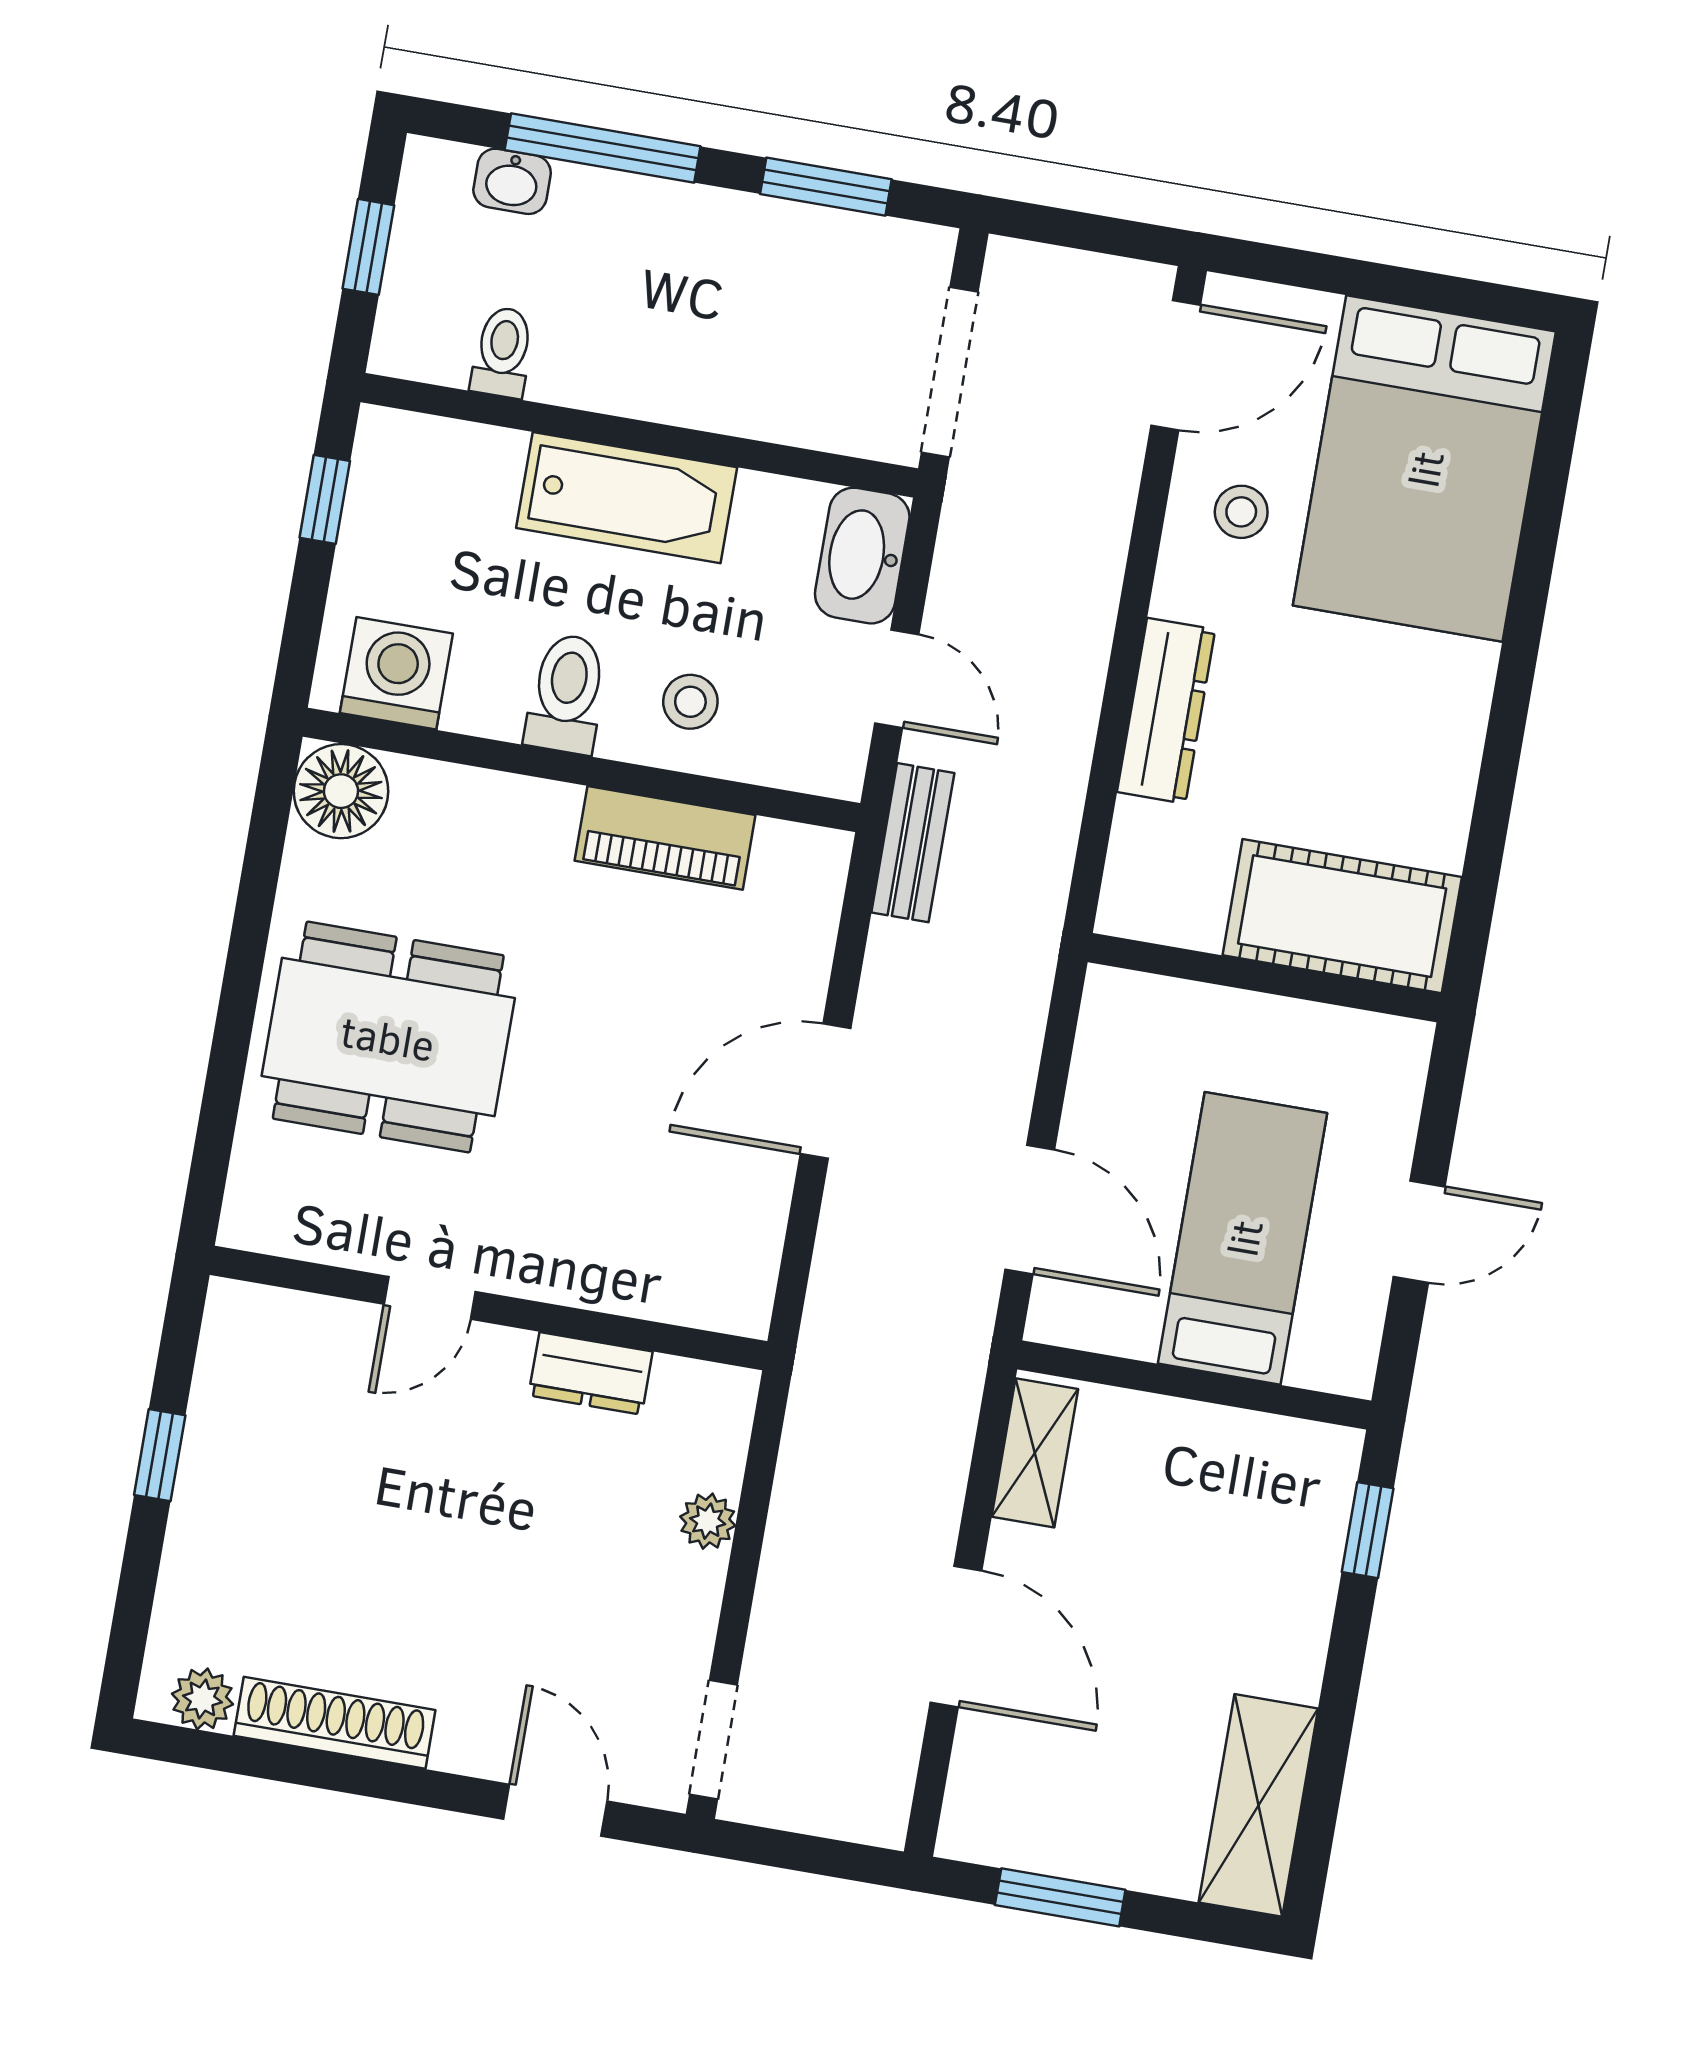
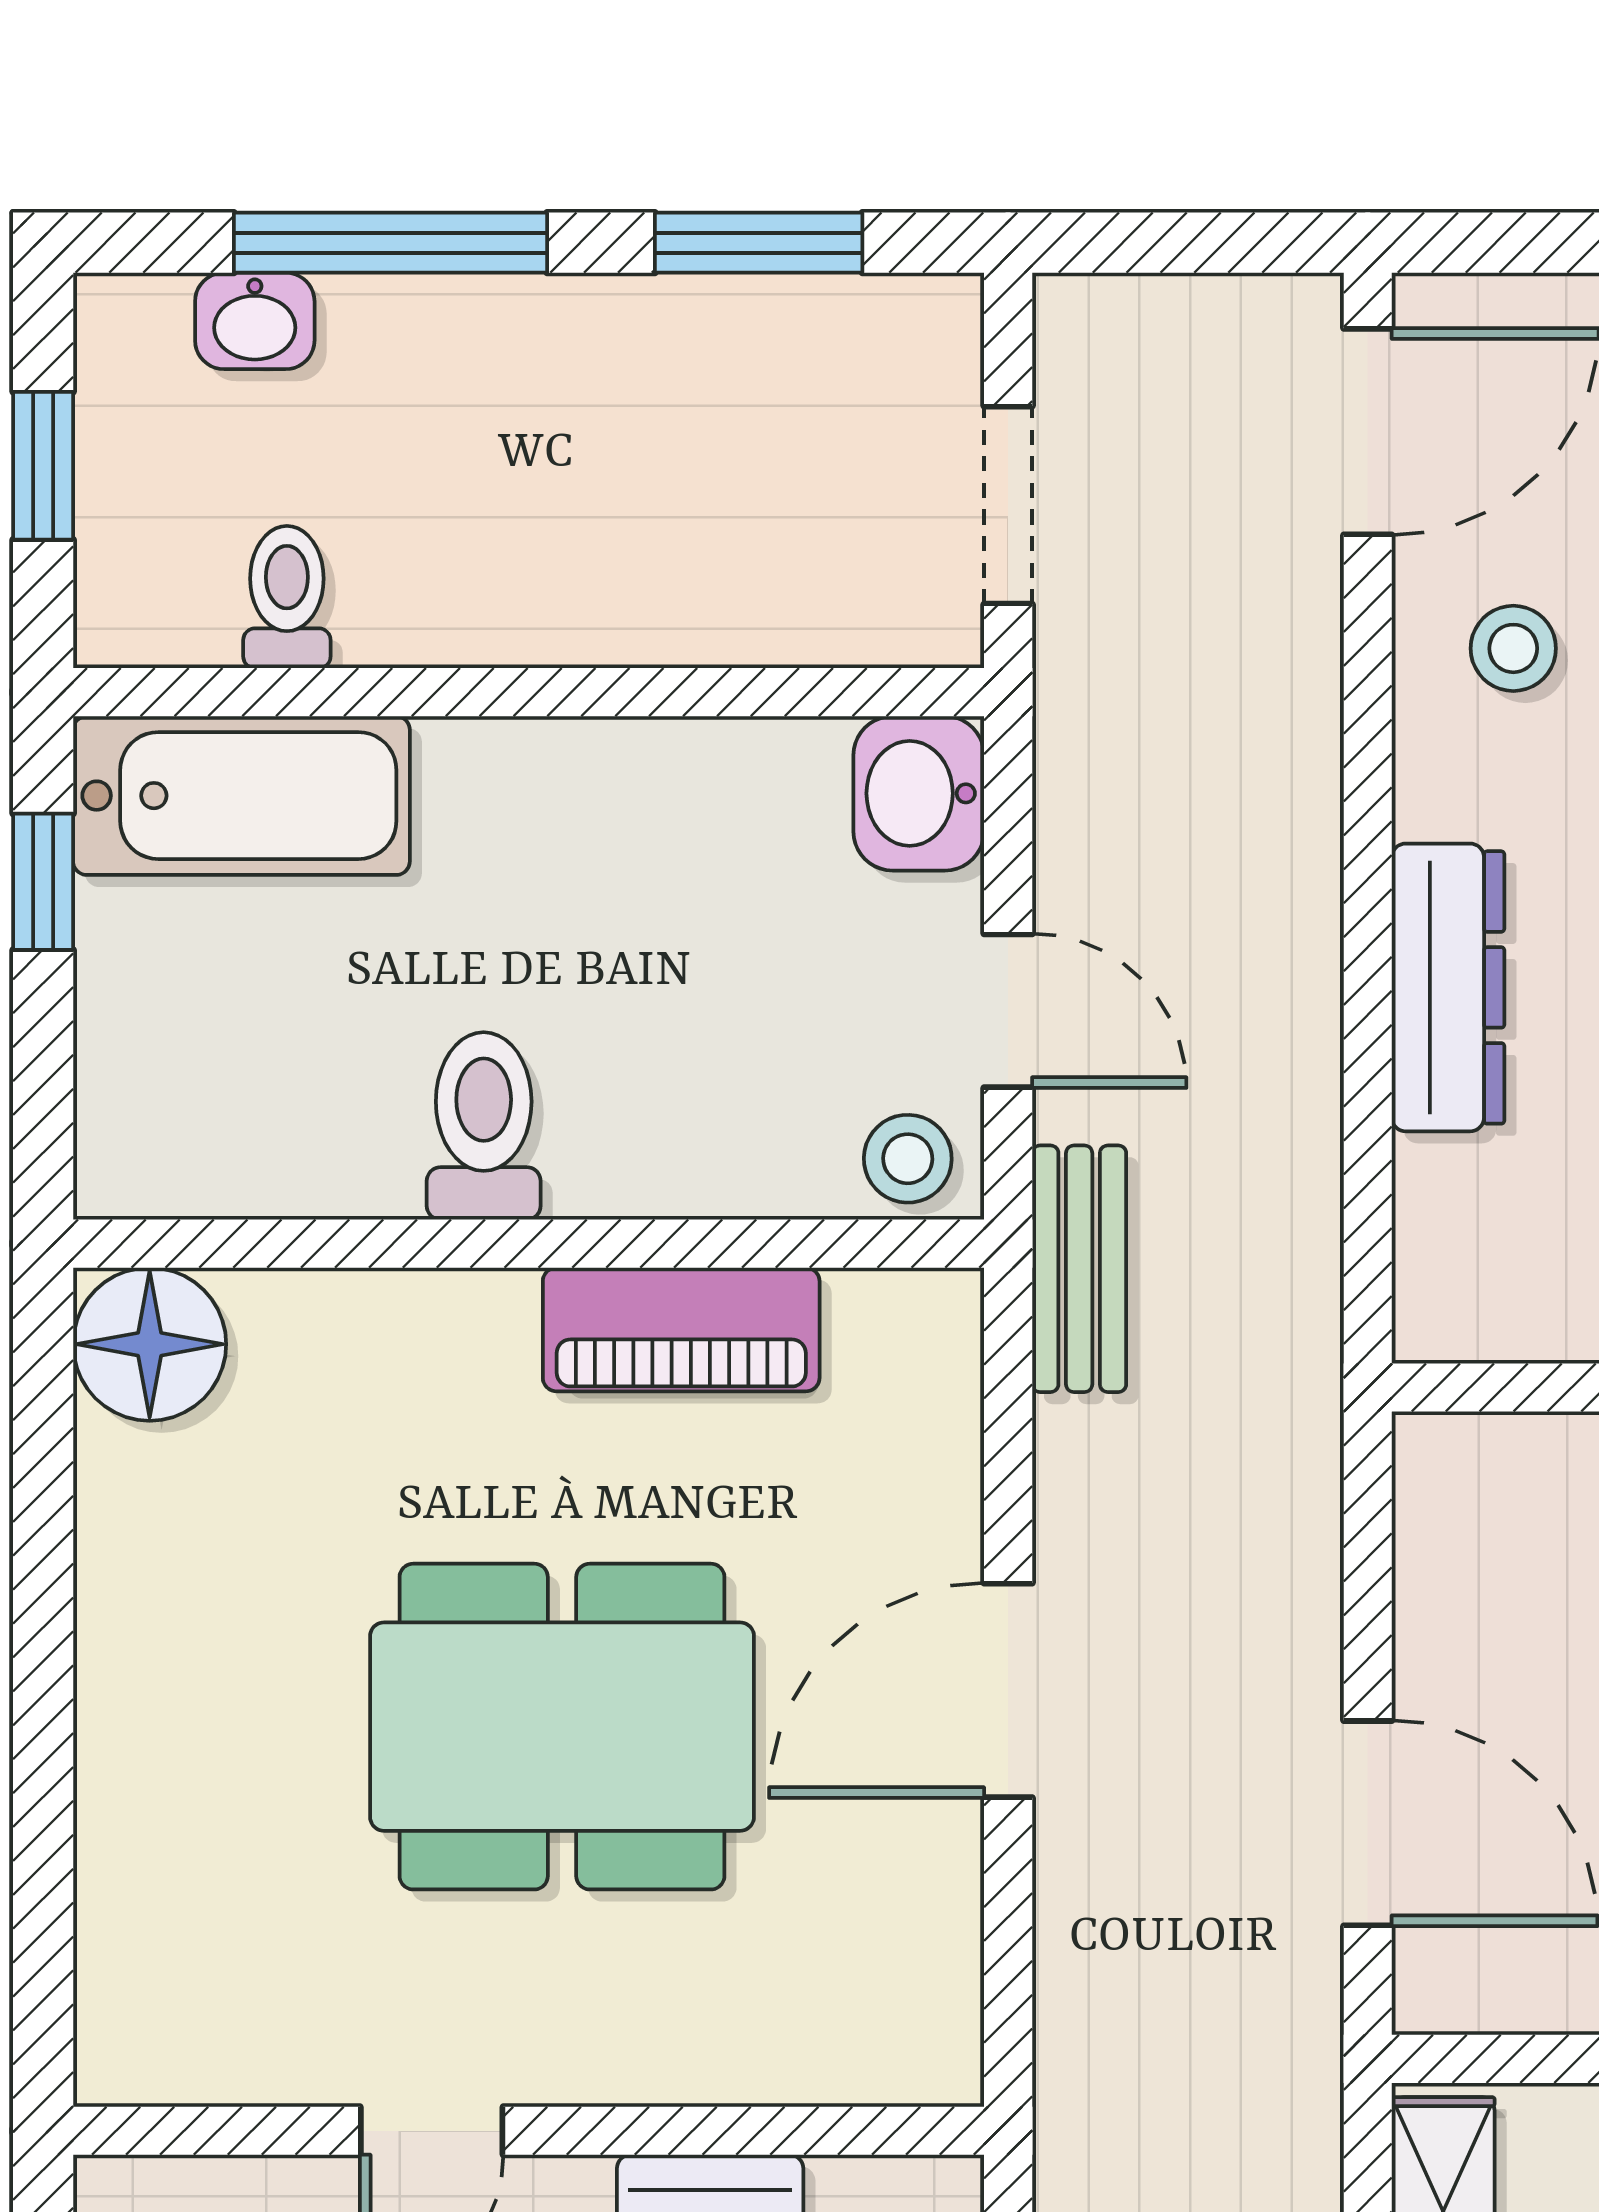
doorway: (950, 372) -> (1008, 505), width x0.73
bathtub: (627, 498) -> (241, 796), moved
washbasin: (862, 556) -> (919, 793), width x0.72
washing machine: (396, 673) -> (206, 1140), removed
stool: (690, 702) -> (908, 1159), moved
dining table: (388, 1037) -> (562, 1727), moved

